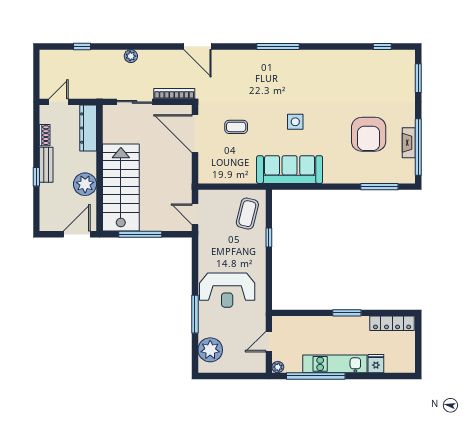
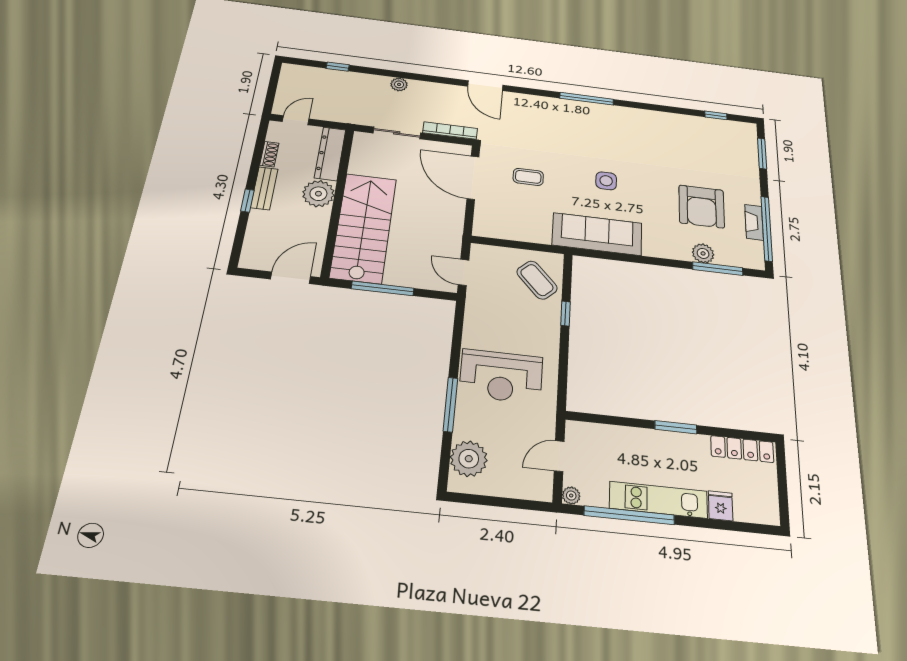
plant: (369, 175) -> (703, 253), added
plant: (85, 184) -> (318, 194), moved
coffee table: (247, 214) -> (537, 280), turned -57

